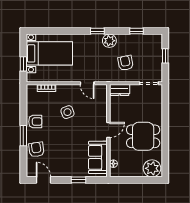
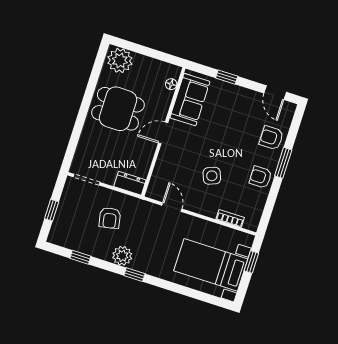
armchair: (36, 150) -> (271, 138), turned 98

